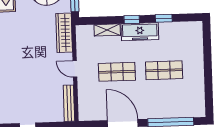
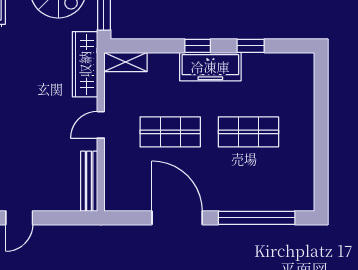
shelving: (107, 30) -> (125, 62), moved
door: (75, 69) -> (101, 125), hinge flipped

